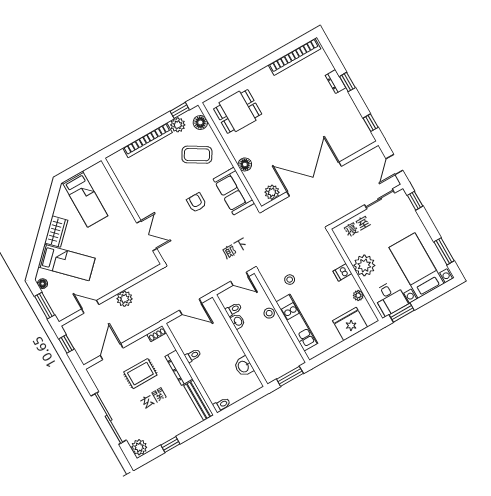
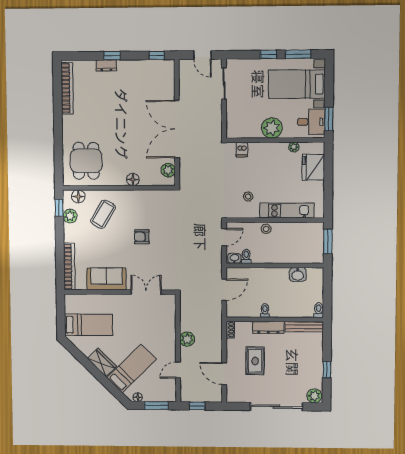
bookcase: (147, 140) -> (69, 267), moved
sofa: (234, 191) -> (106, 279), moved, turned 180
window: (415, 201) -> (269, 54), moved
dishwasher: (342, 272) -> (242, 150), moved
washbasin: (238, 321) -> (234, 258), moved

